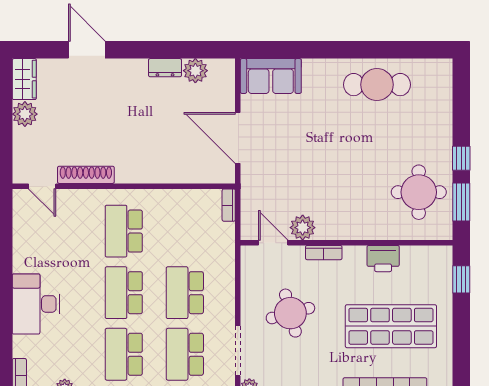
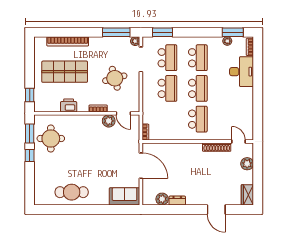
plant: (25, 114) -> (247, 164), moved
desk: (36, 304) -> (242, 72), moved

